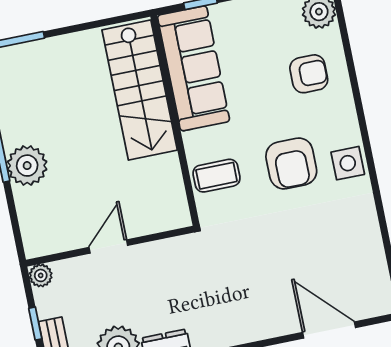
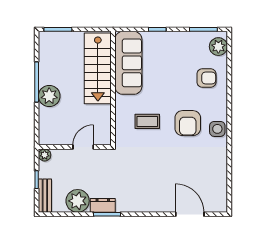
sofa: (194, 68) -> (128, 63), moved
stairs: (140, 90) -> (98, 68), moved
wall: (175, 121) -> (113, 88), moved

